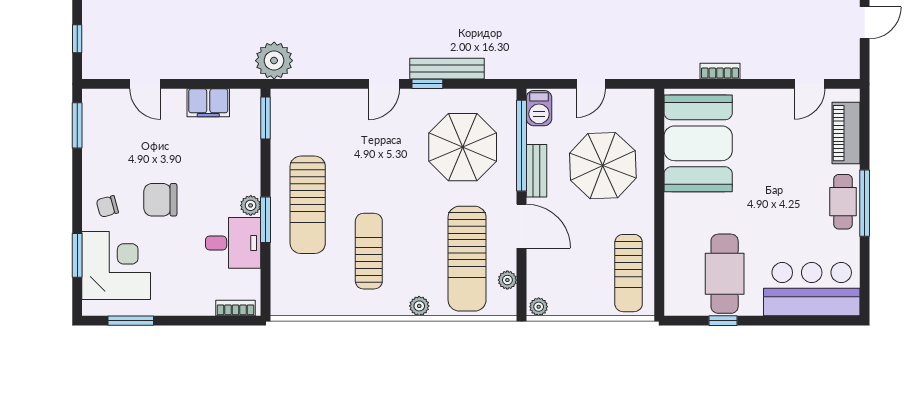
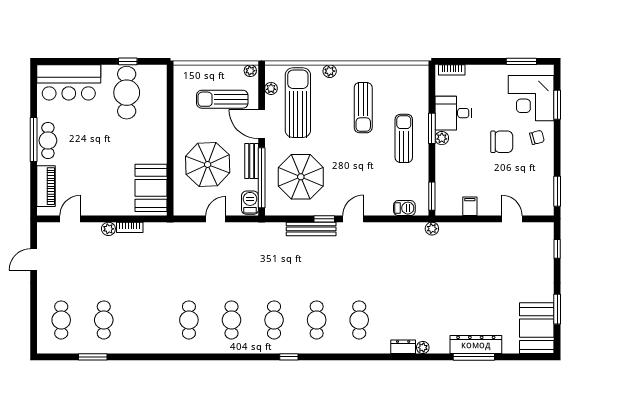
plant: (274, 61) -> (432, 229), width x0.53, depth x0.53
plant: (752, 69) -> (108, 229), added
barbecue: (307, 100) -> (404, 208), added
filing cabinet: (208, 103) -> (470, 206), width x0.50
booth: (698, 143) -> (151, 188), width x0.73, depth x0.70
sun lounger: (308, 205) -> (404, 138), width x0.73, depth x0.75
sun lounger: (629, 273) -> (222, 99), moved, turned -90

